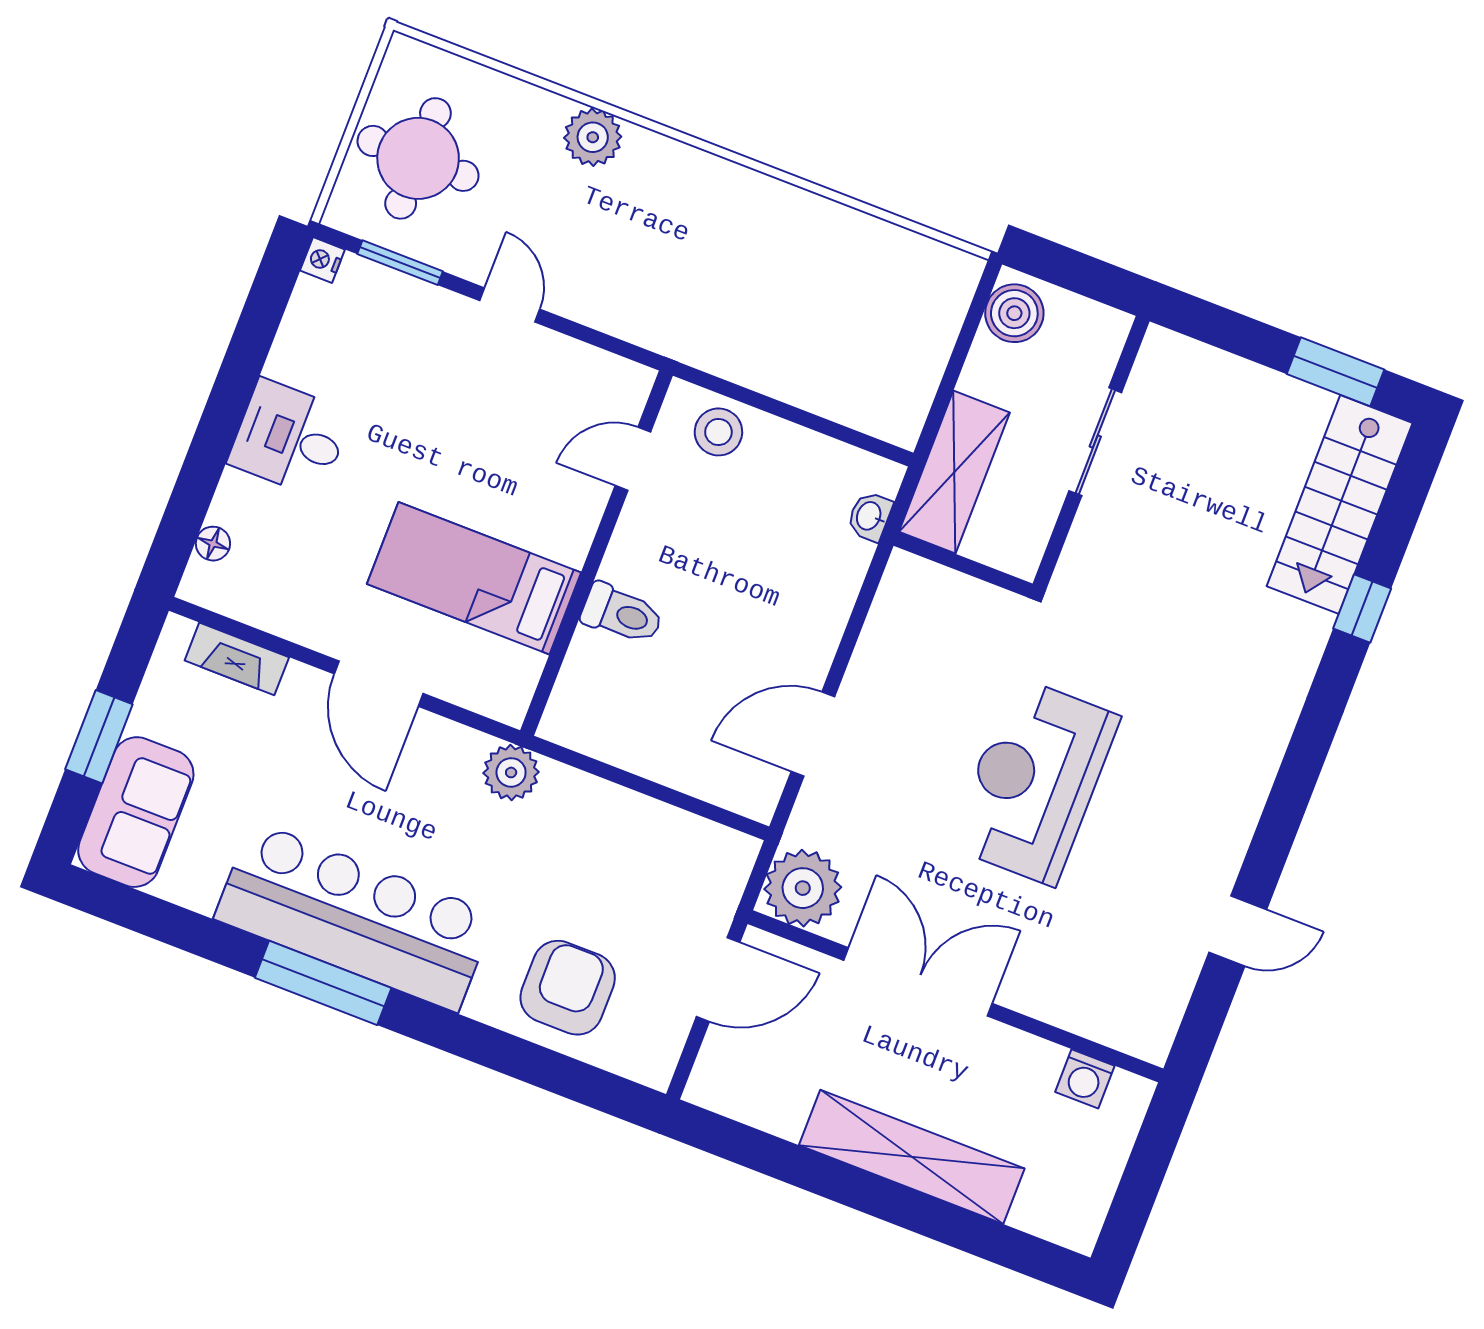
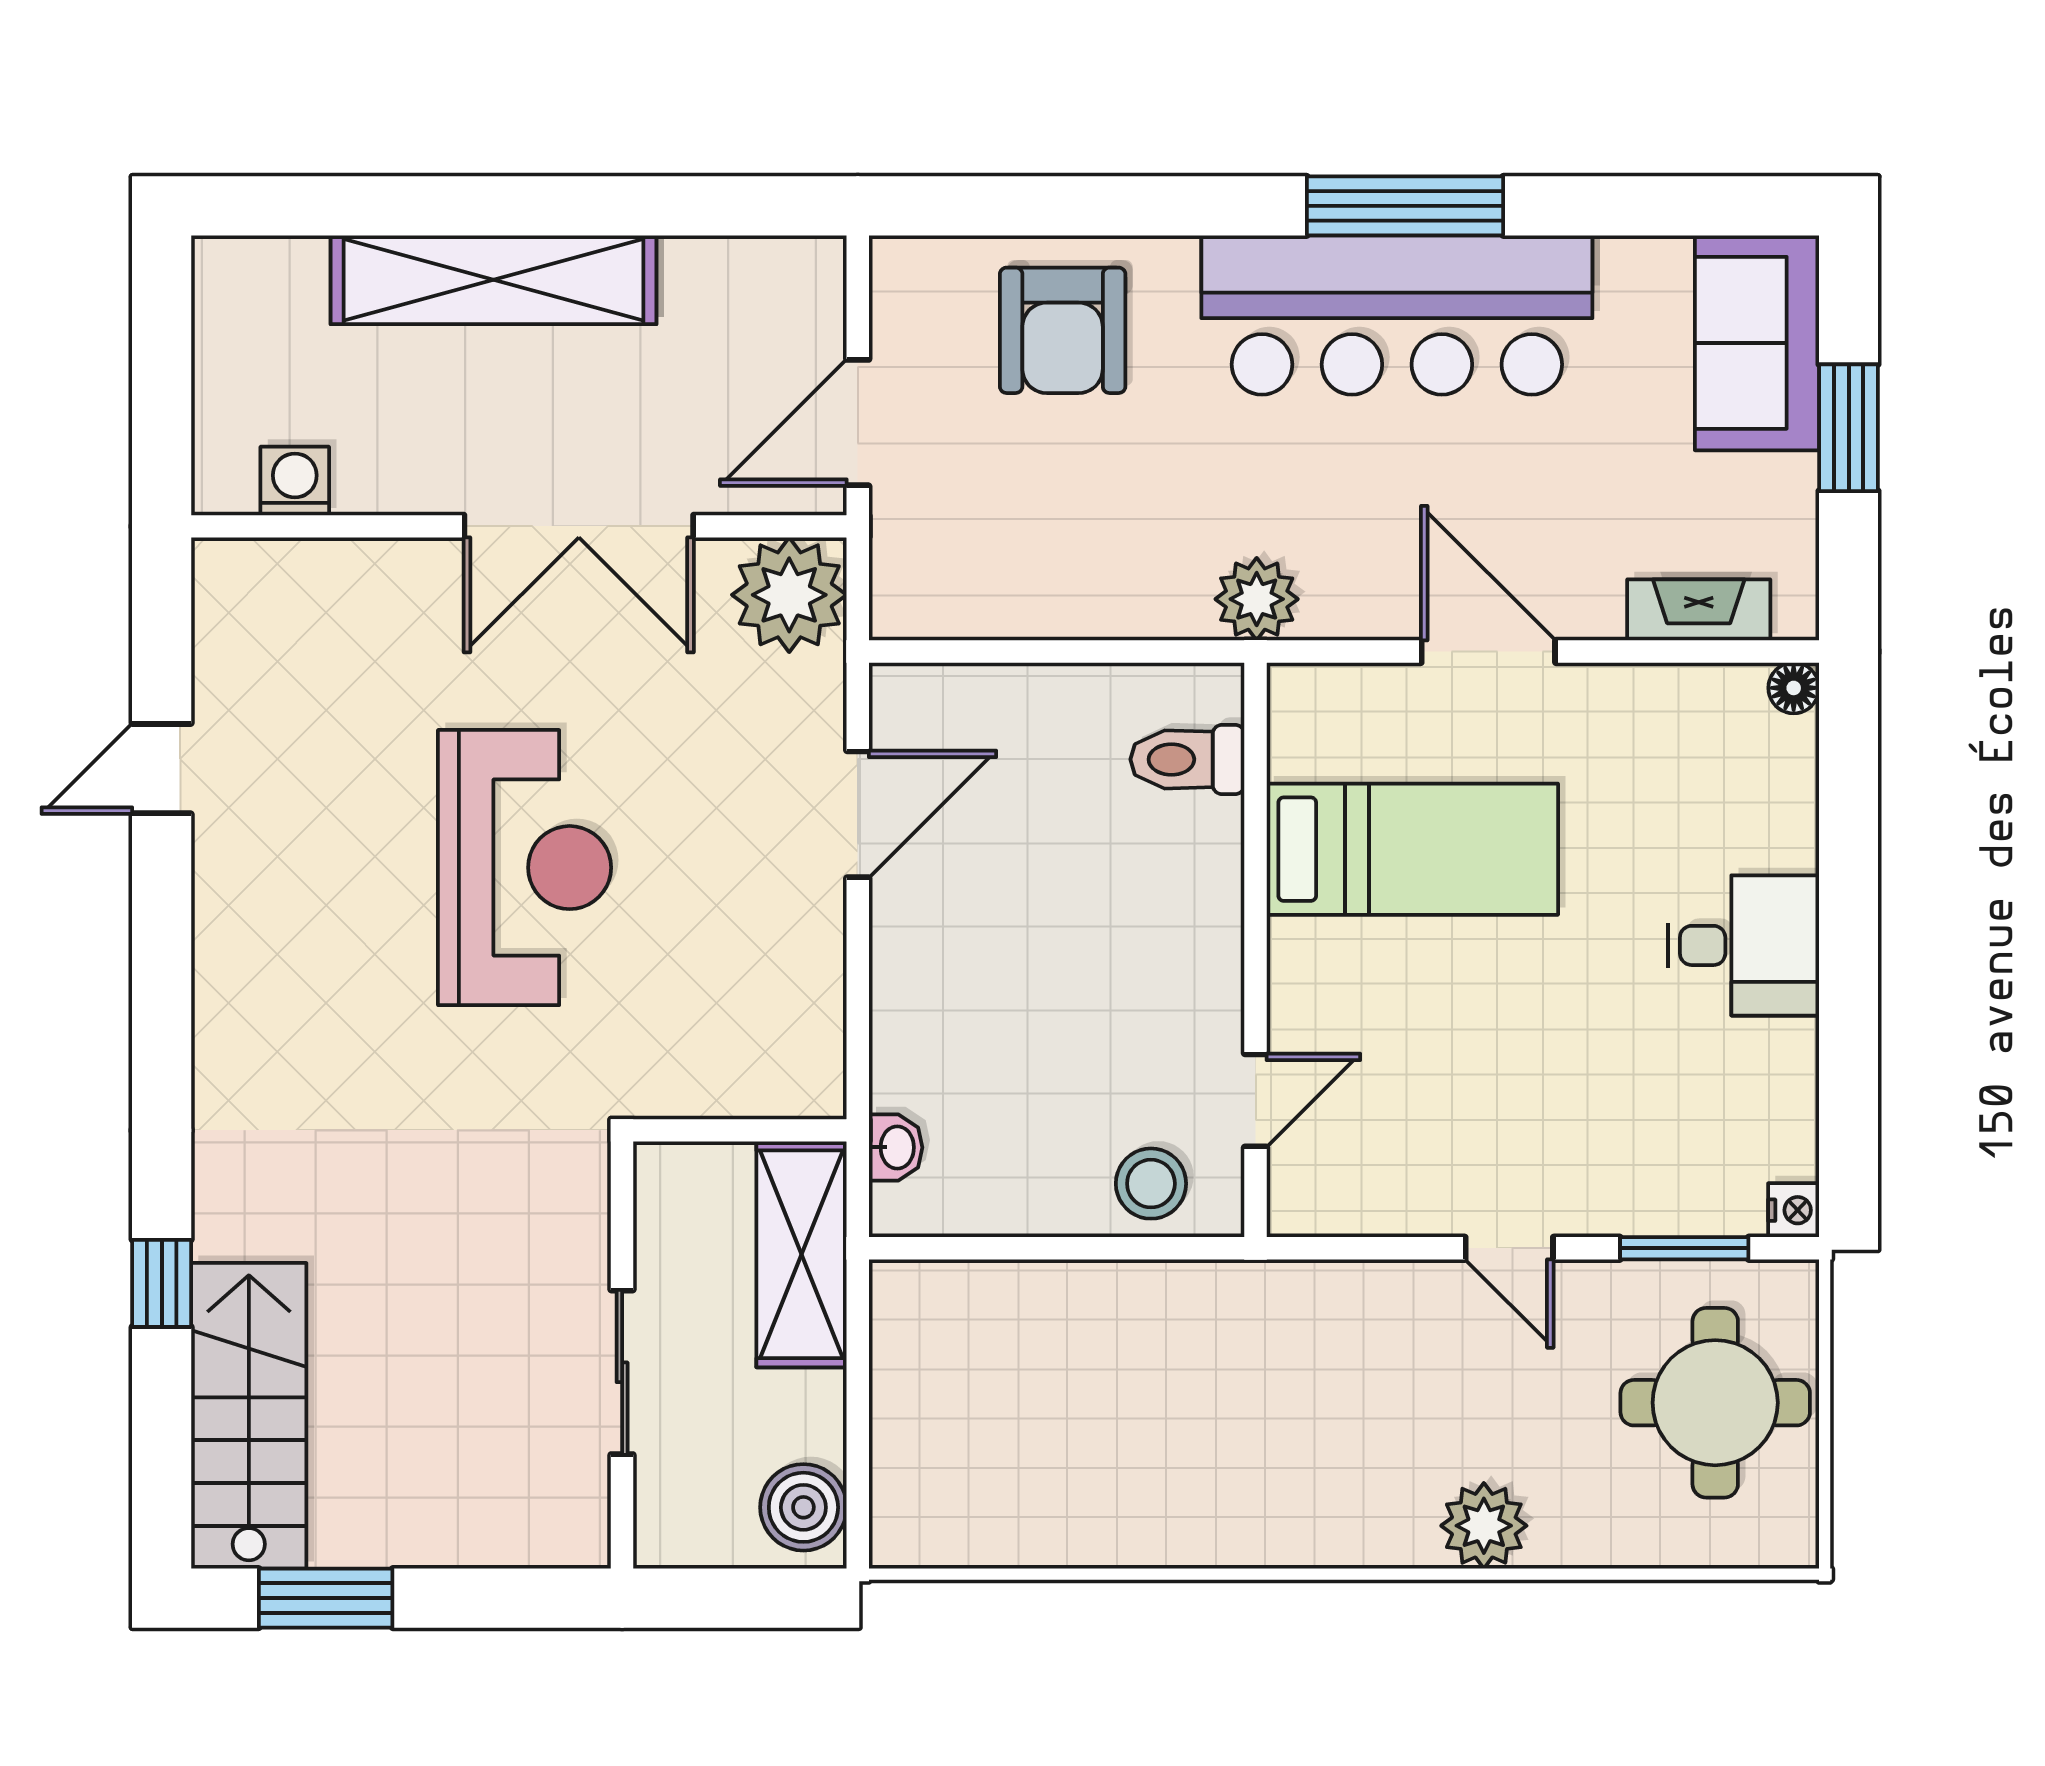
floor lamp: (213, 544) -> (1794, 688), moved
toilet: (622, 614) -> (1187, 759), moved

